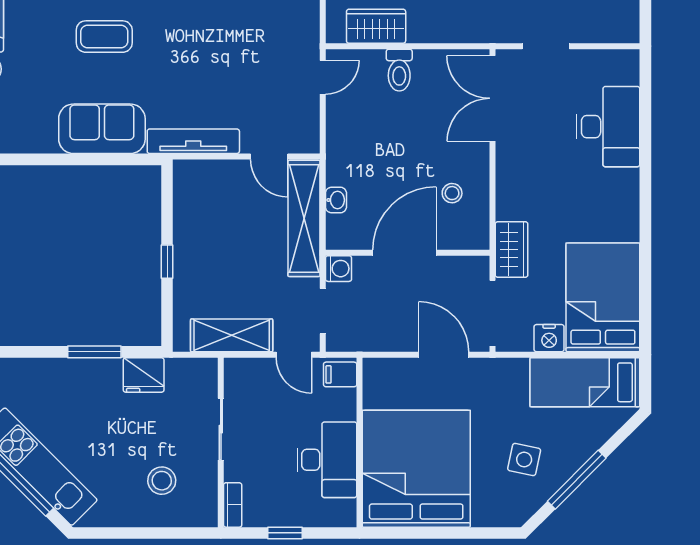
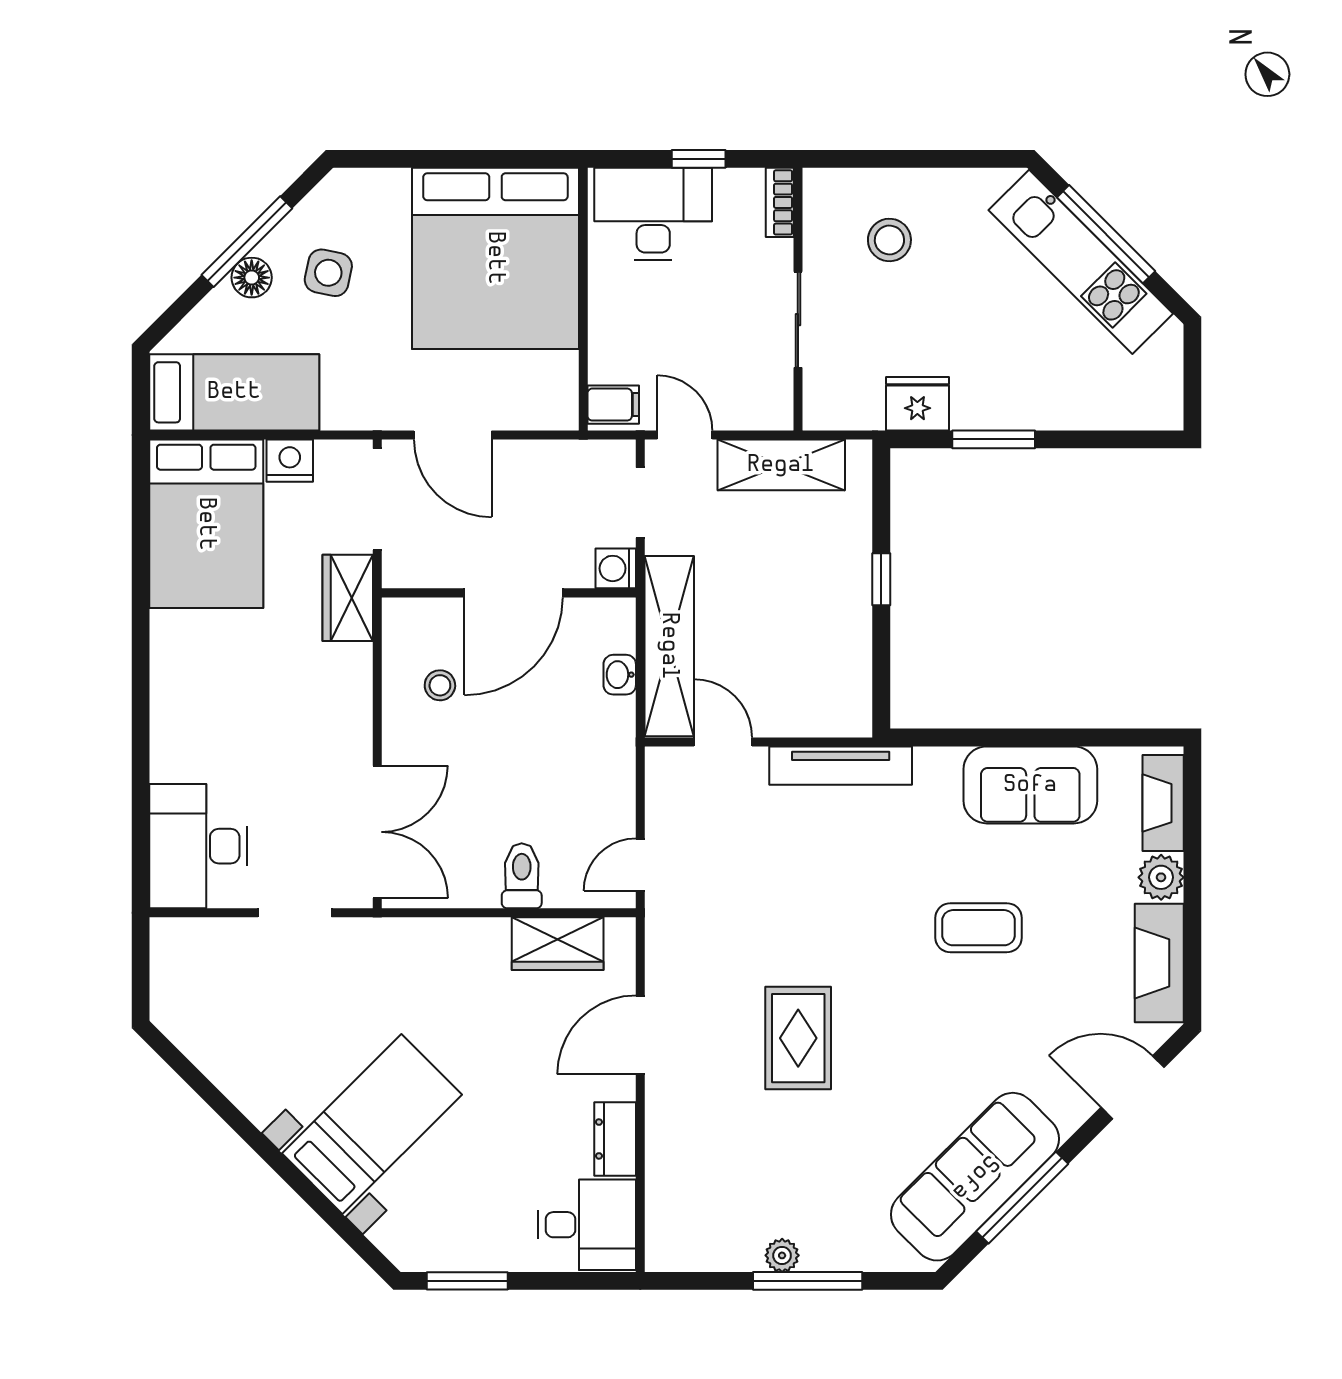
desk: (608, 127) -> (198, 846), moved
sofa: (102, 129) -> (1030, 785), moved
floor lamp: (574, 456) -> (252, 278), added
desk: (327, 460) -> (653, 214), moved, turned 90

